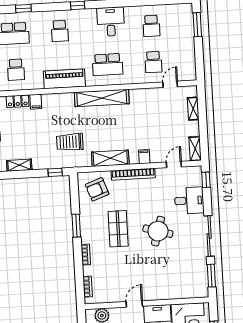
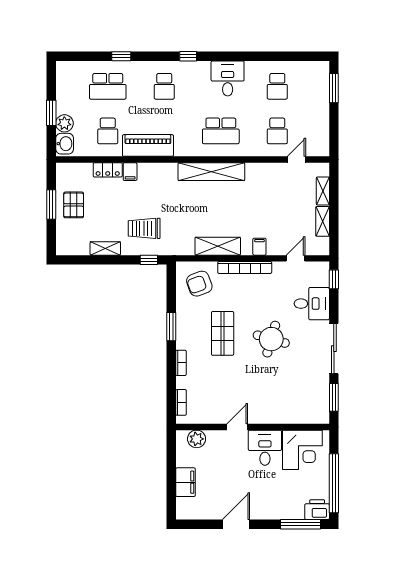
piano: (64, 79) -> (148, 145), moved
trolley: (70, 142) -> (144, 228), moved
shelving: (195, 149) -> (323, 221), moved

